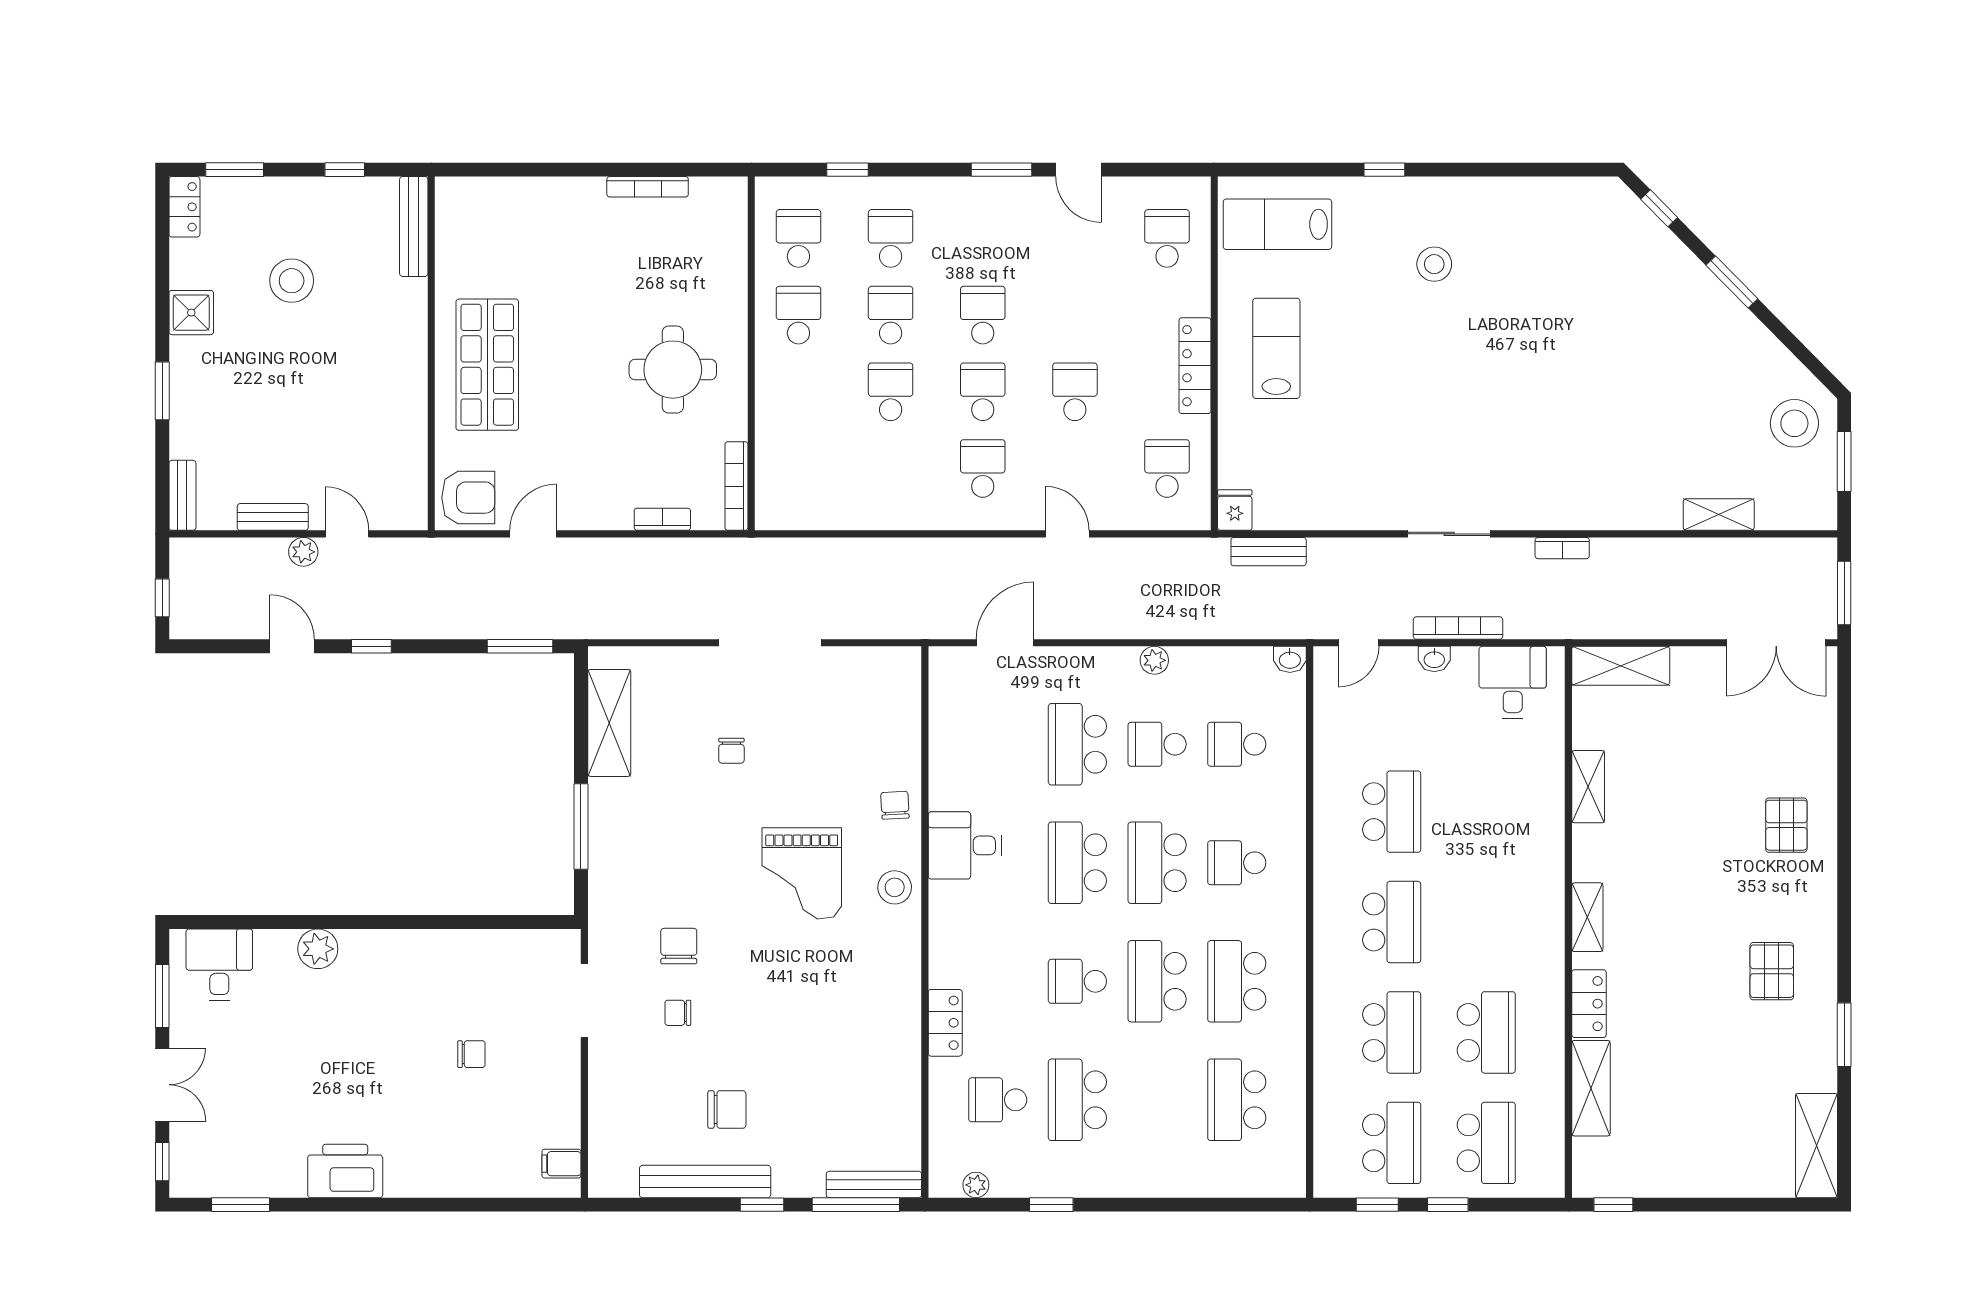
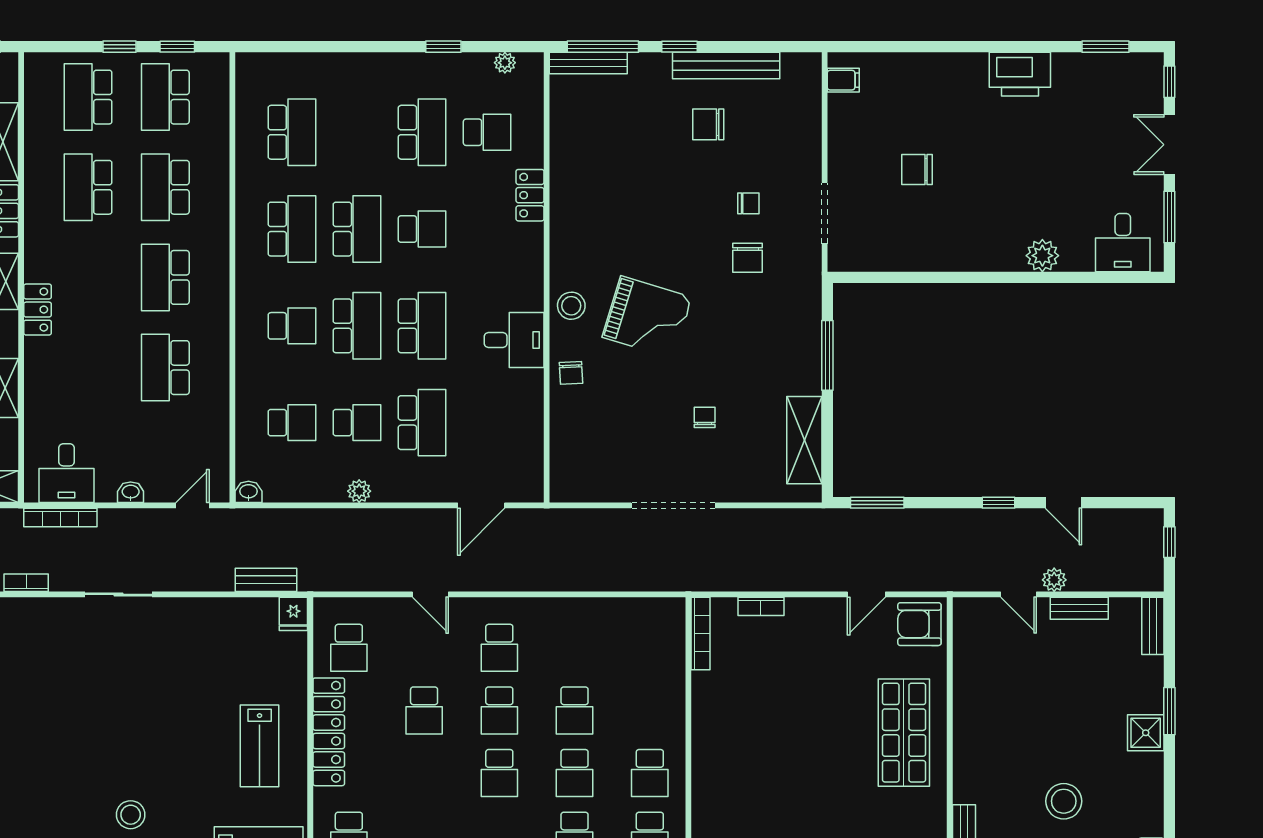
shower: (191, 313) -> (1146, 733), moved
locker: (1195, 366) -> (329, 732), width x1.41, depth x1.21
round table: (673, 370) -> (752, 729), removed
bookcase: (1458, 628) -> (60, 518), moved
grand piano: (802, 873) -> (647, 317), turned 107
locker: (1548, 883) -> (38, 310), added
chair: (471, 1054) -> (917, 170), width x1.37, depth x1.37

